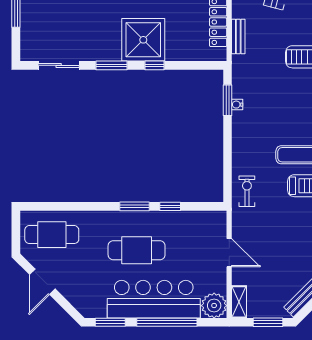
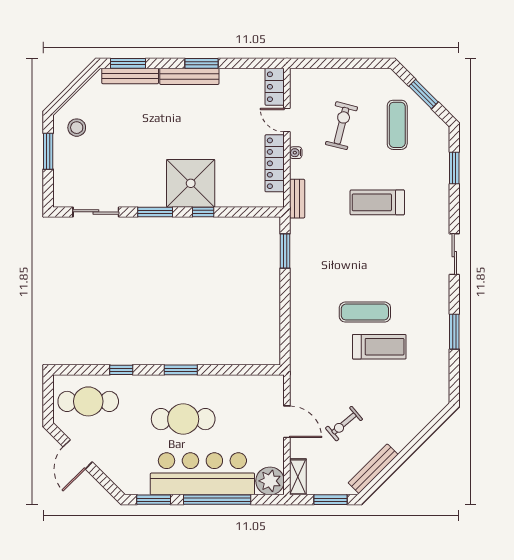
bench: (238, 37) -> (297, 199), moved
water cooler: (237, 105) -> (296, 153), moved
exercise bike: (247, 191) -> (344, 424), moved, turned -130
window: (170, 206) -> (121, 370), moved

